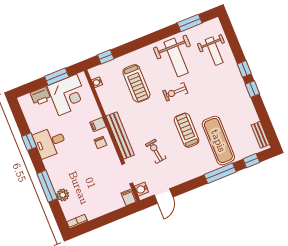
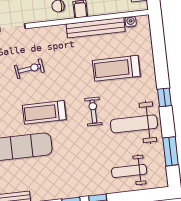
window: (106, 57) -> (164, 97), moved
treadmill: (187, 130) -> (44, 112), turned 180
bench: (120, 136) -> (96, 28), moved

